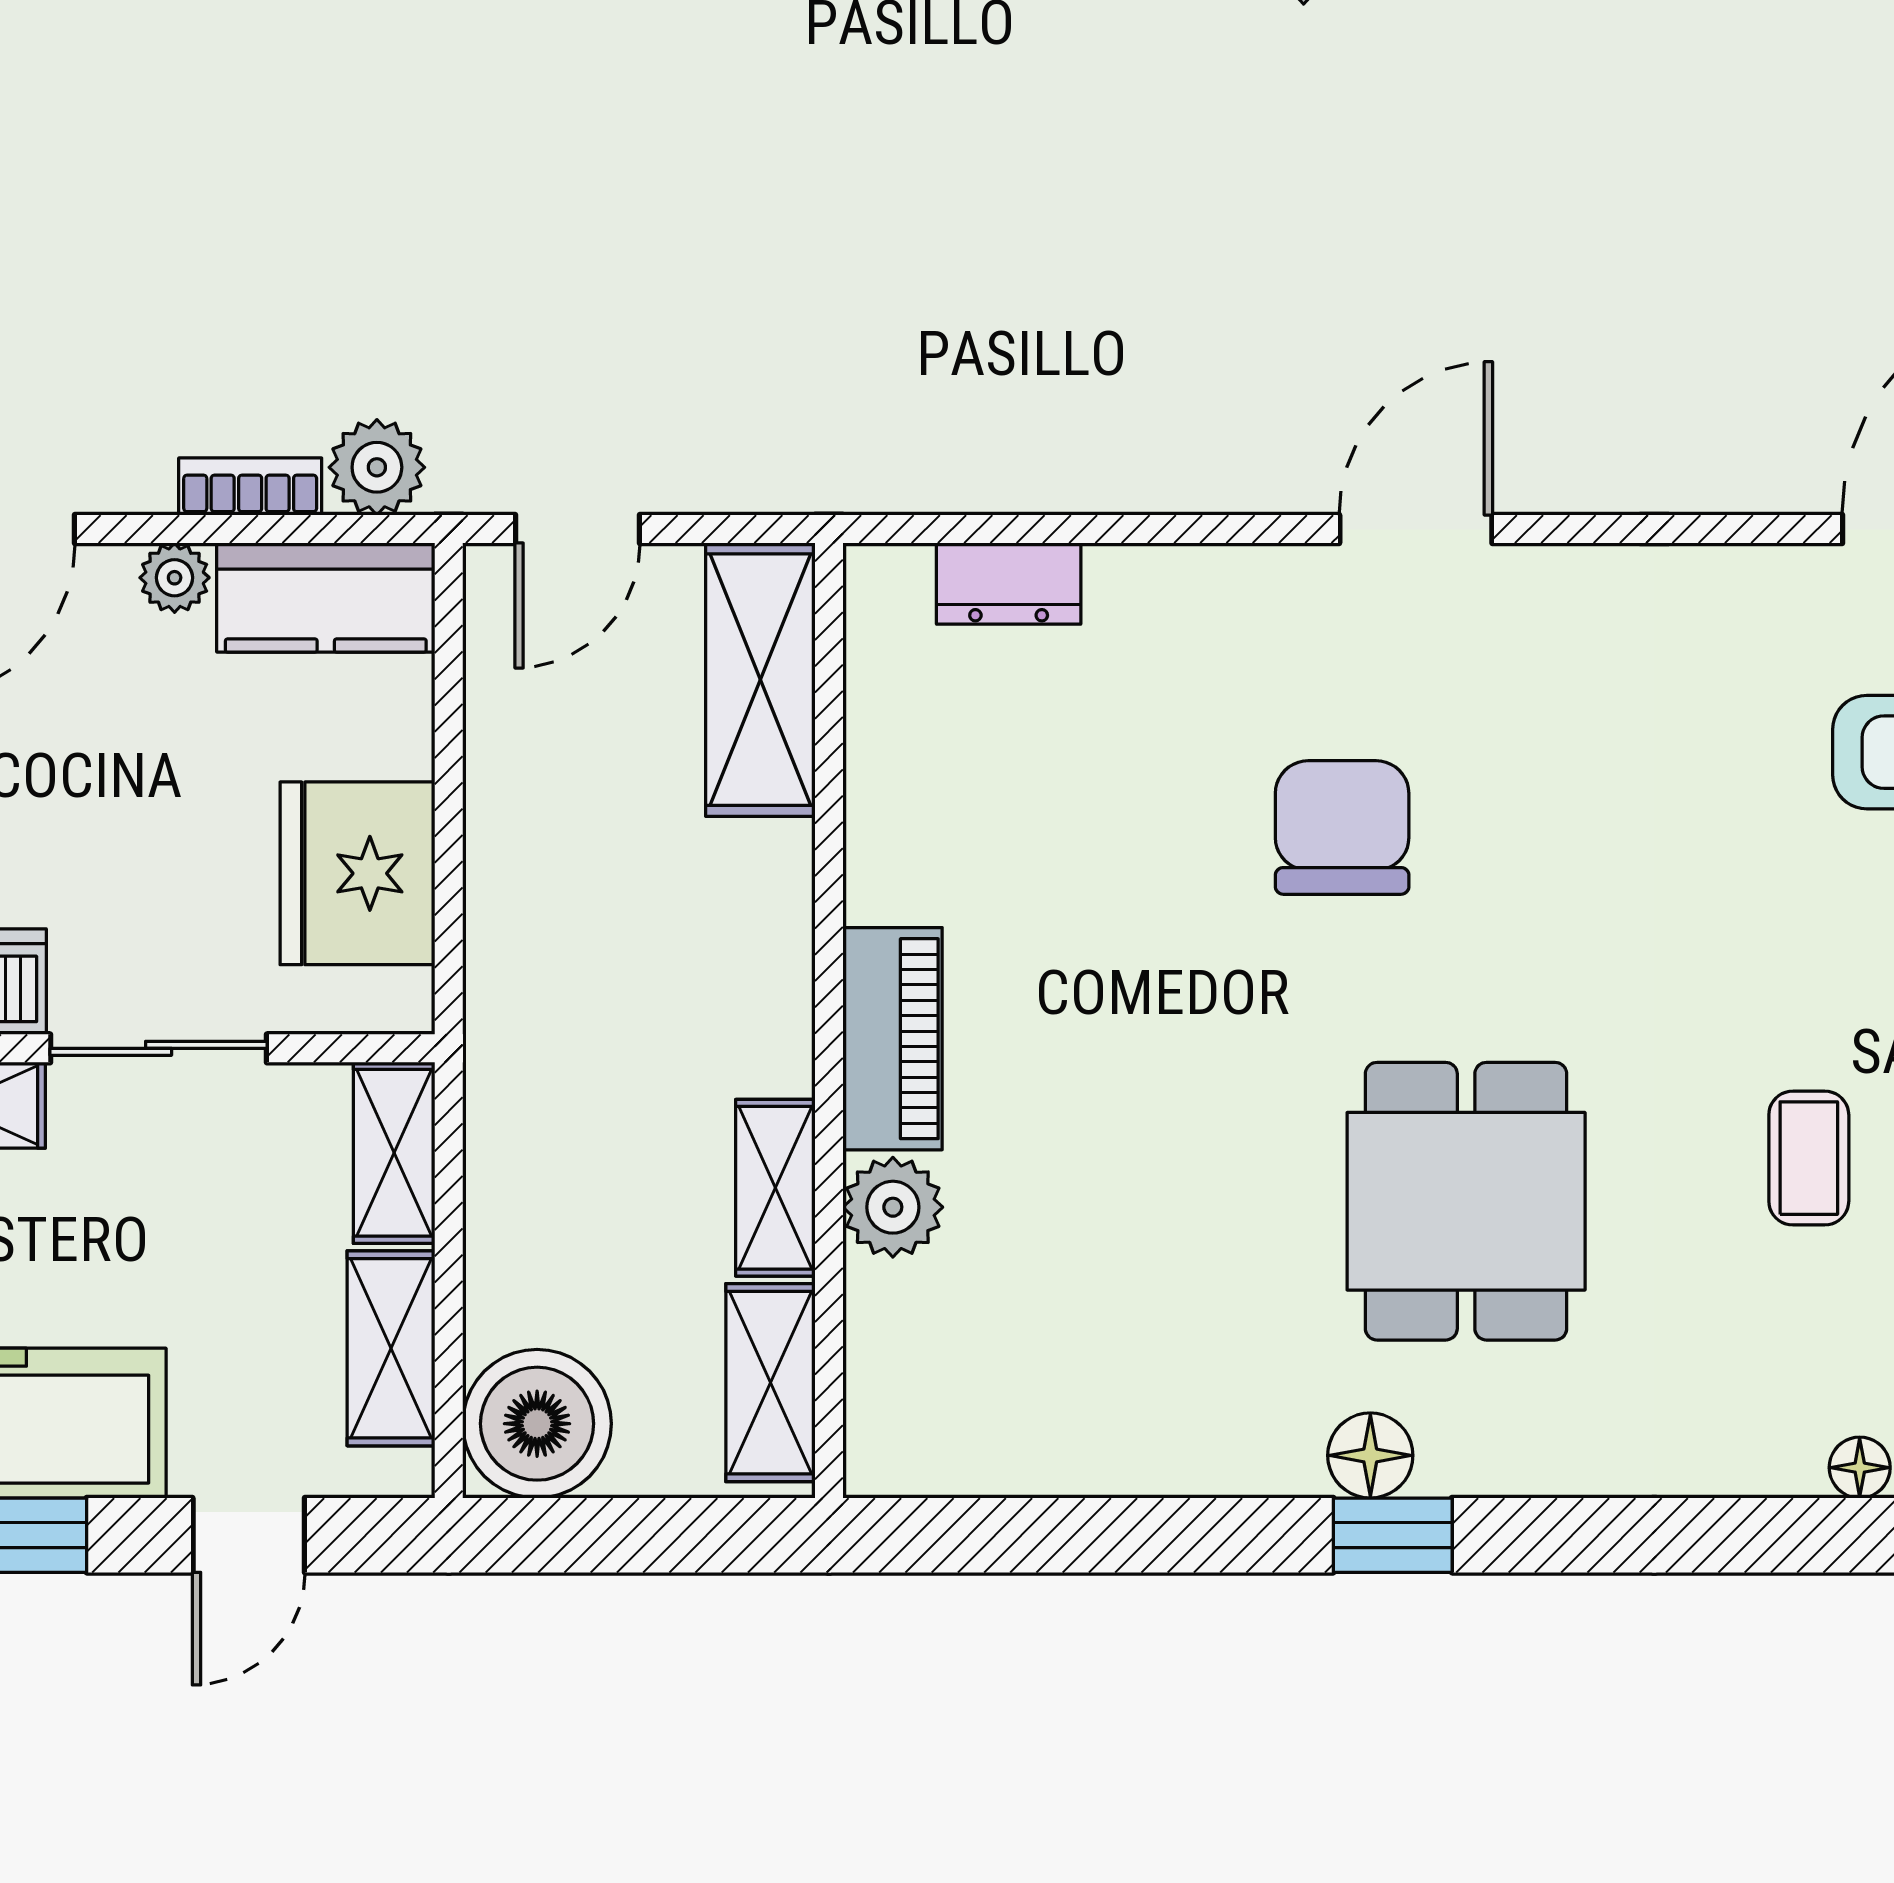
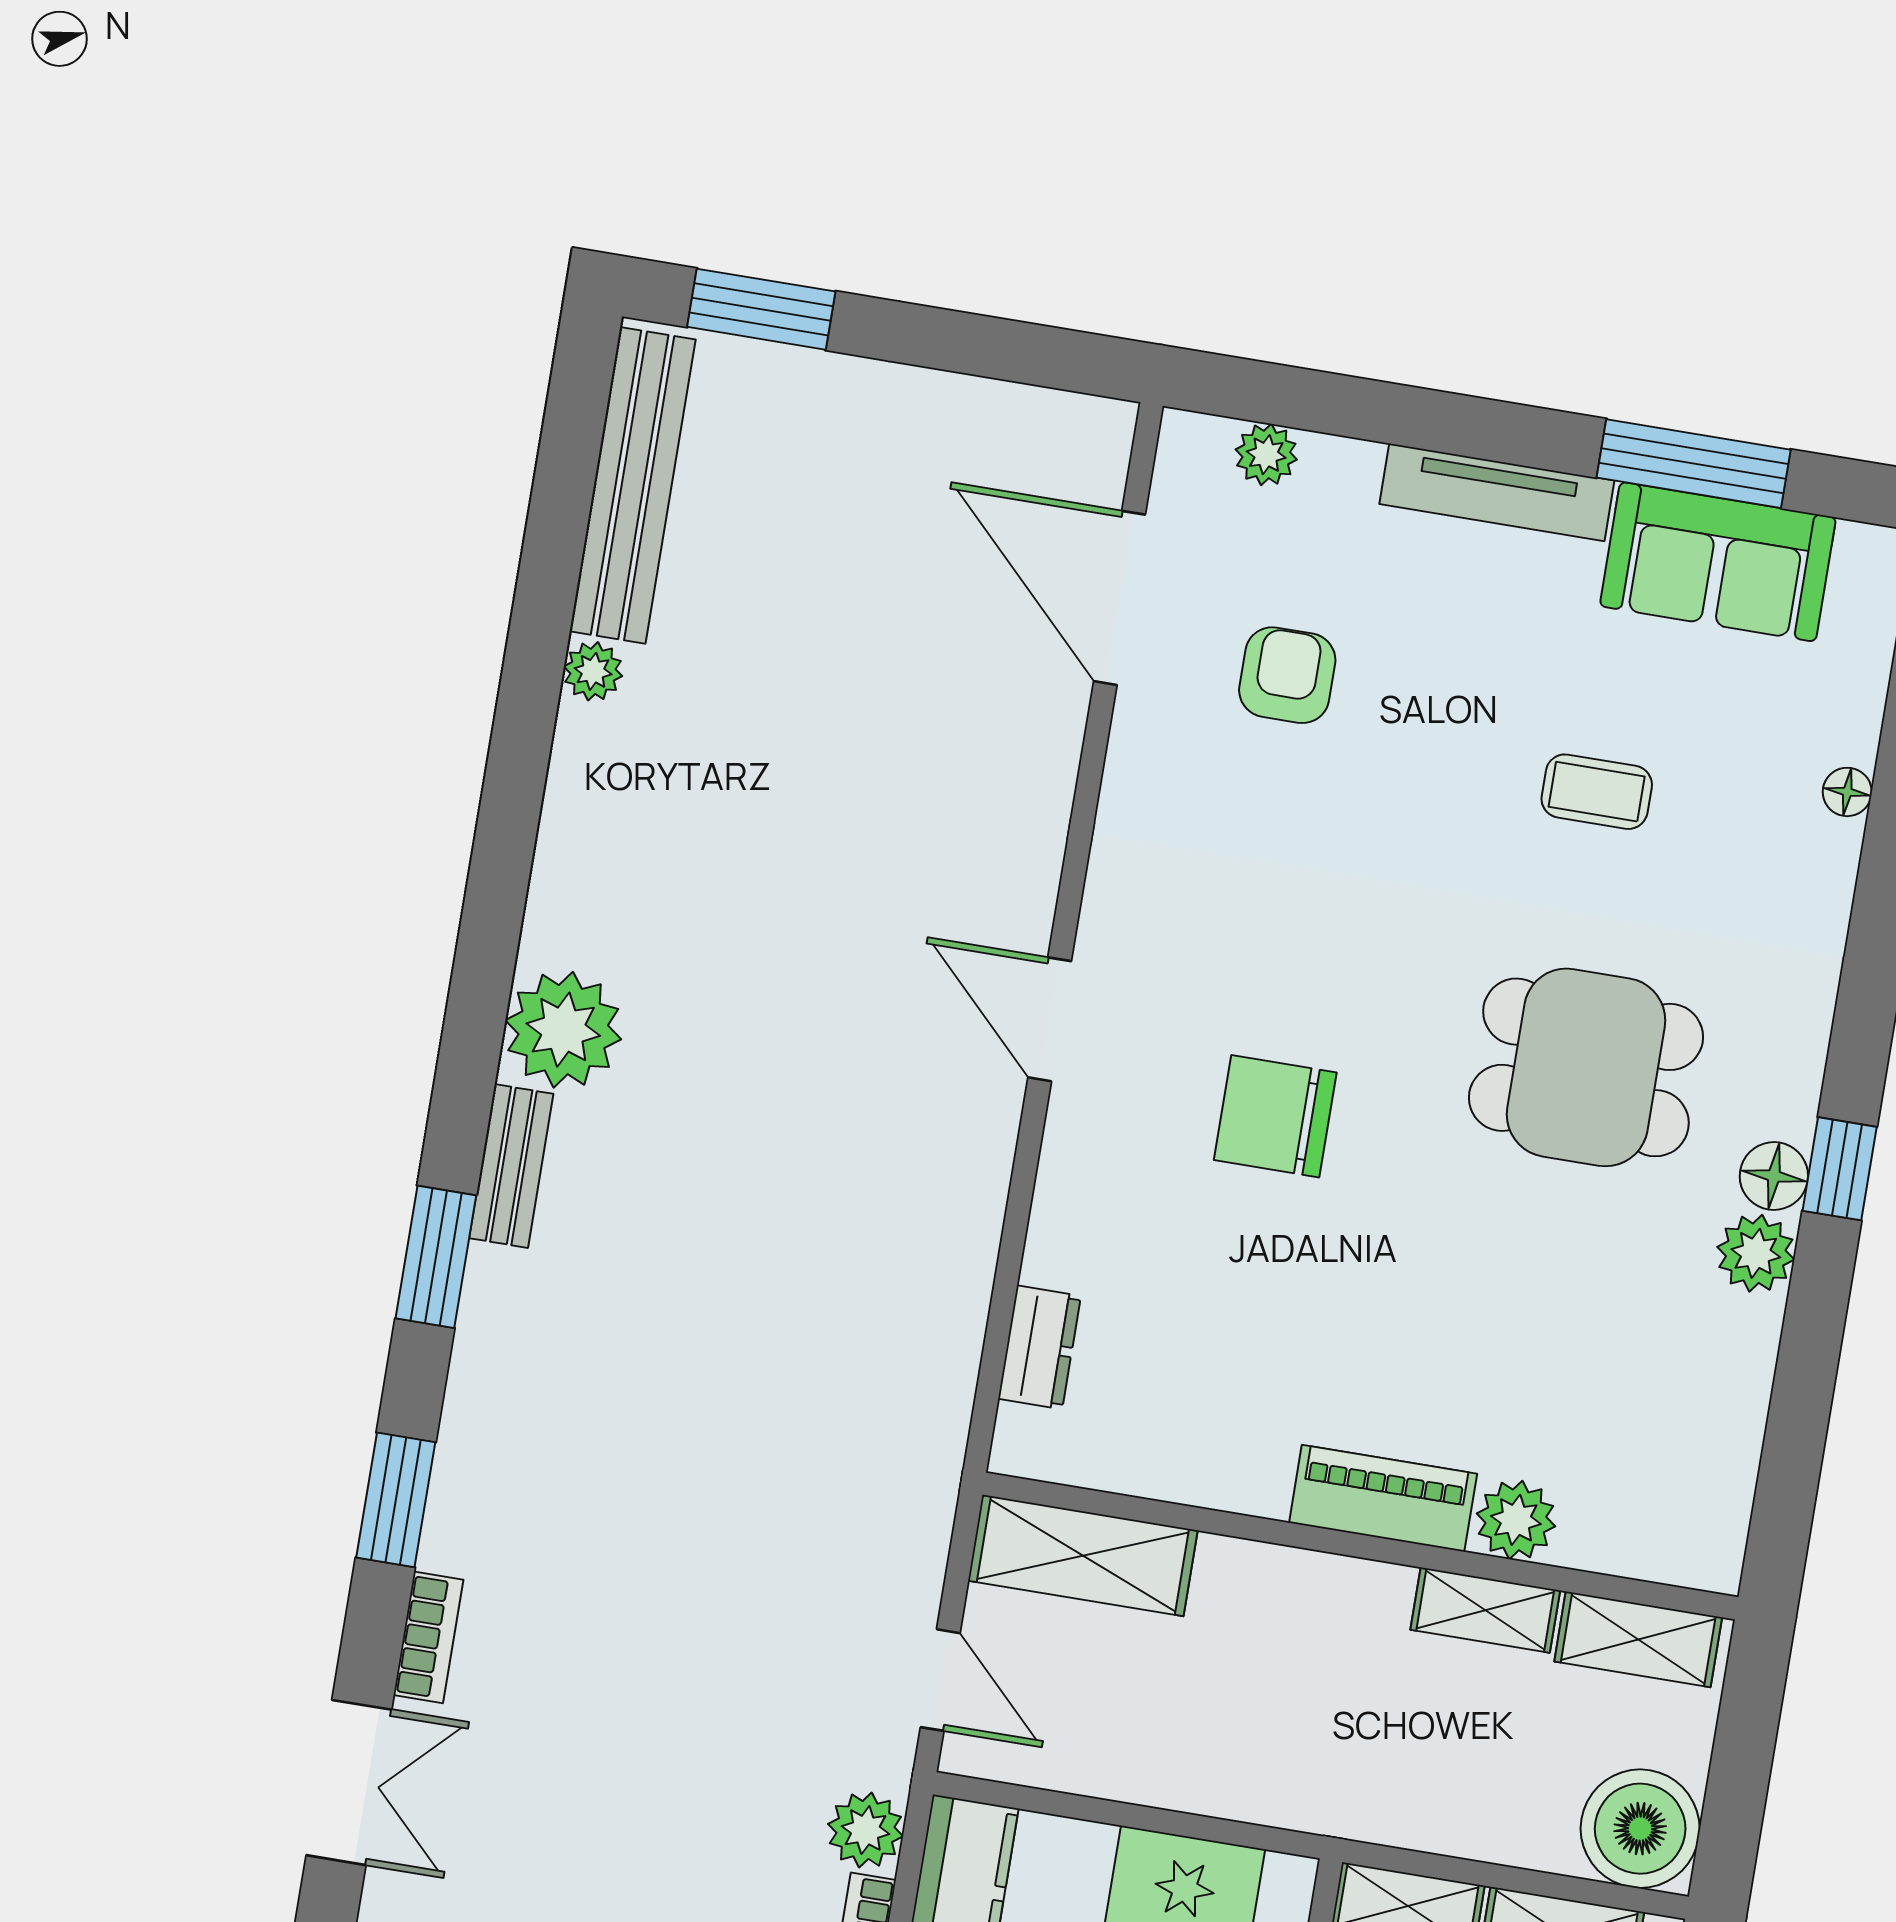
plant: (1271, 1449) -> (1756, 1253), added

